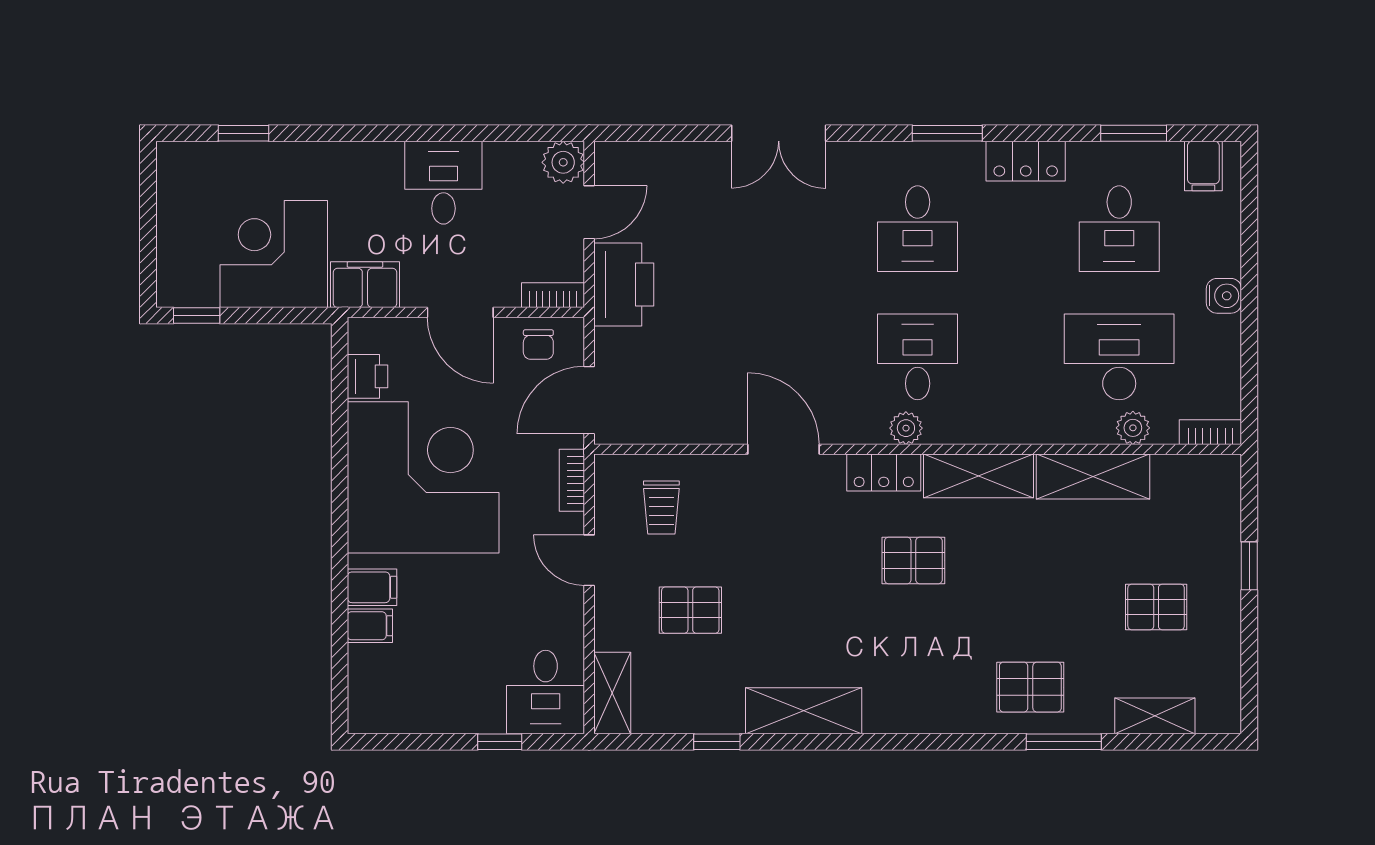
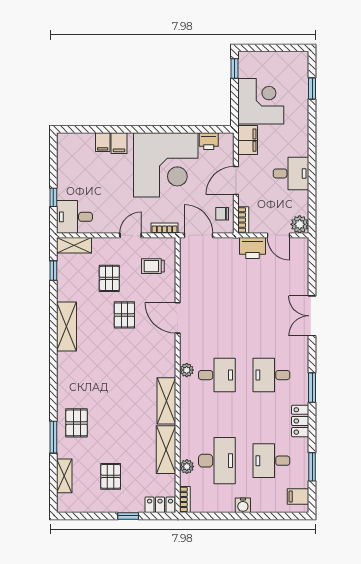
printer: (624, 285) -> (253, 248), width x0.73, depth x0.84
door: (783, 449) -> (178, 318), swing flipped
locker: (884, 473) -> (160, 505), moved, turned 90
pallet: (913, 560) -> (124, 315), moved
window: (717, 742) -> (53, 271), moved

